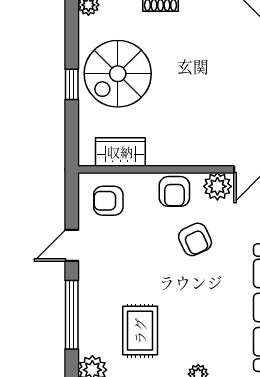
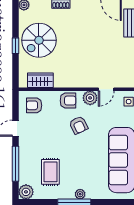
armchair: (174, 191) -> (68, 101), turned -90

